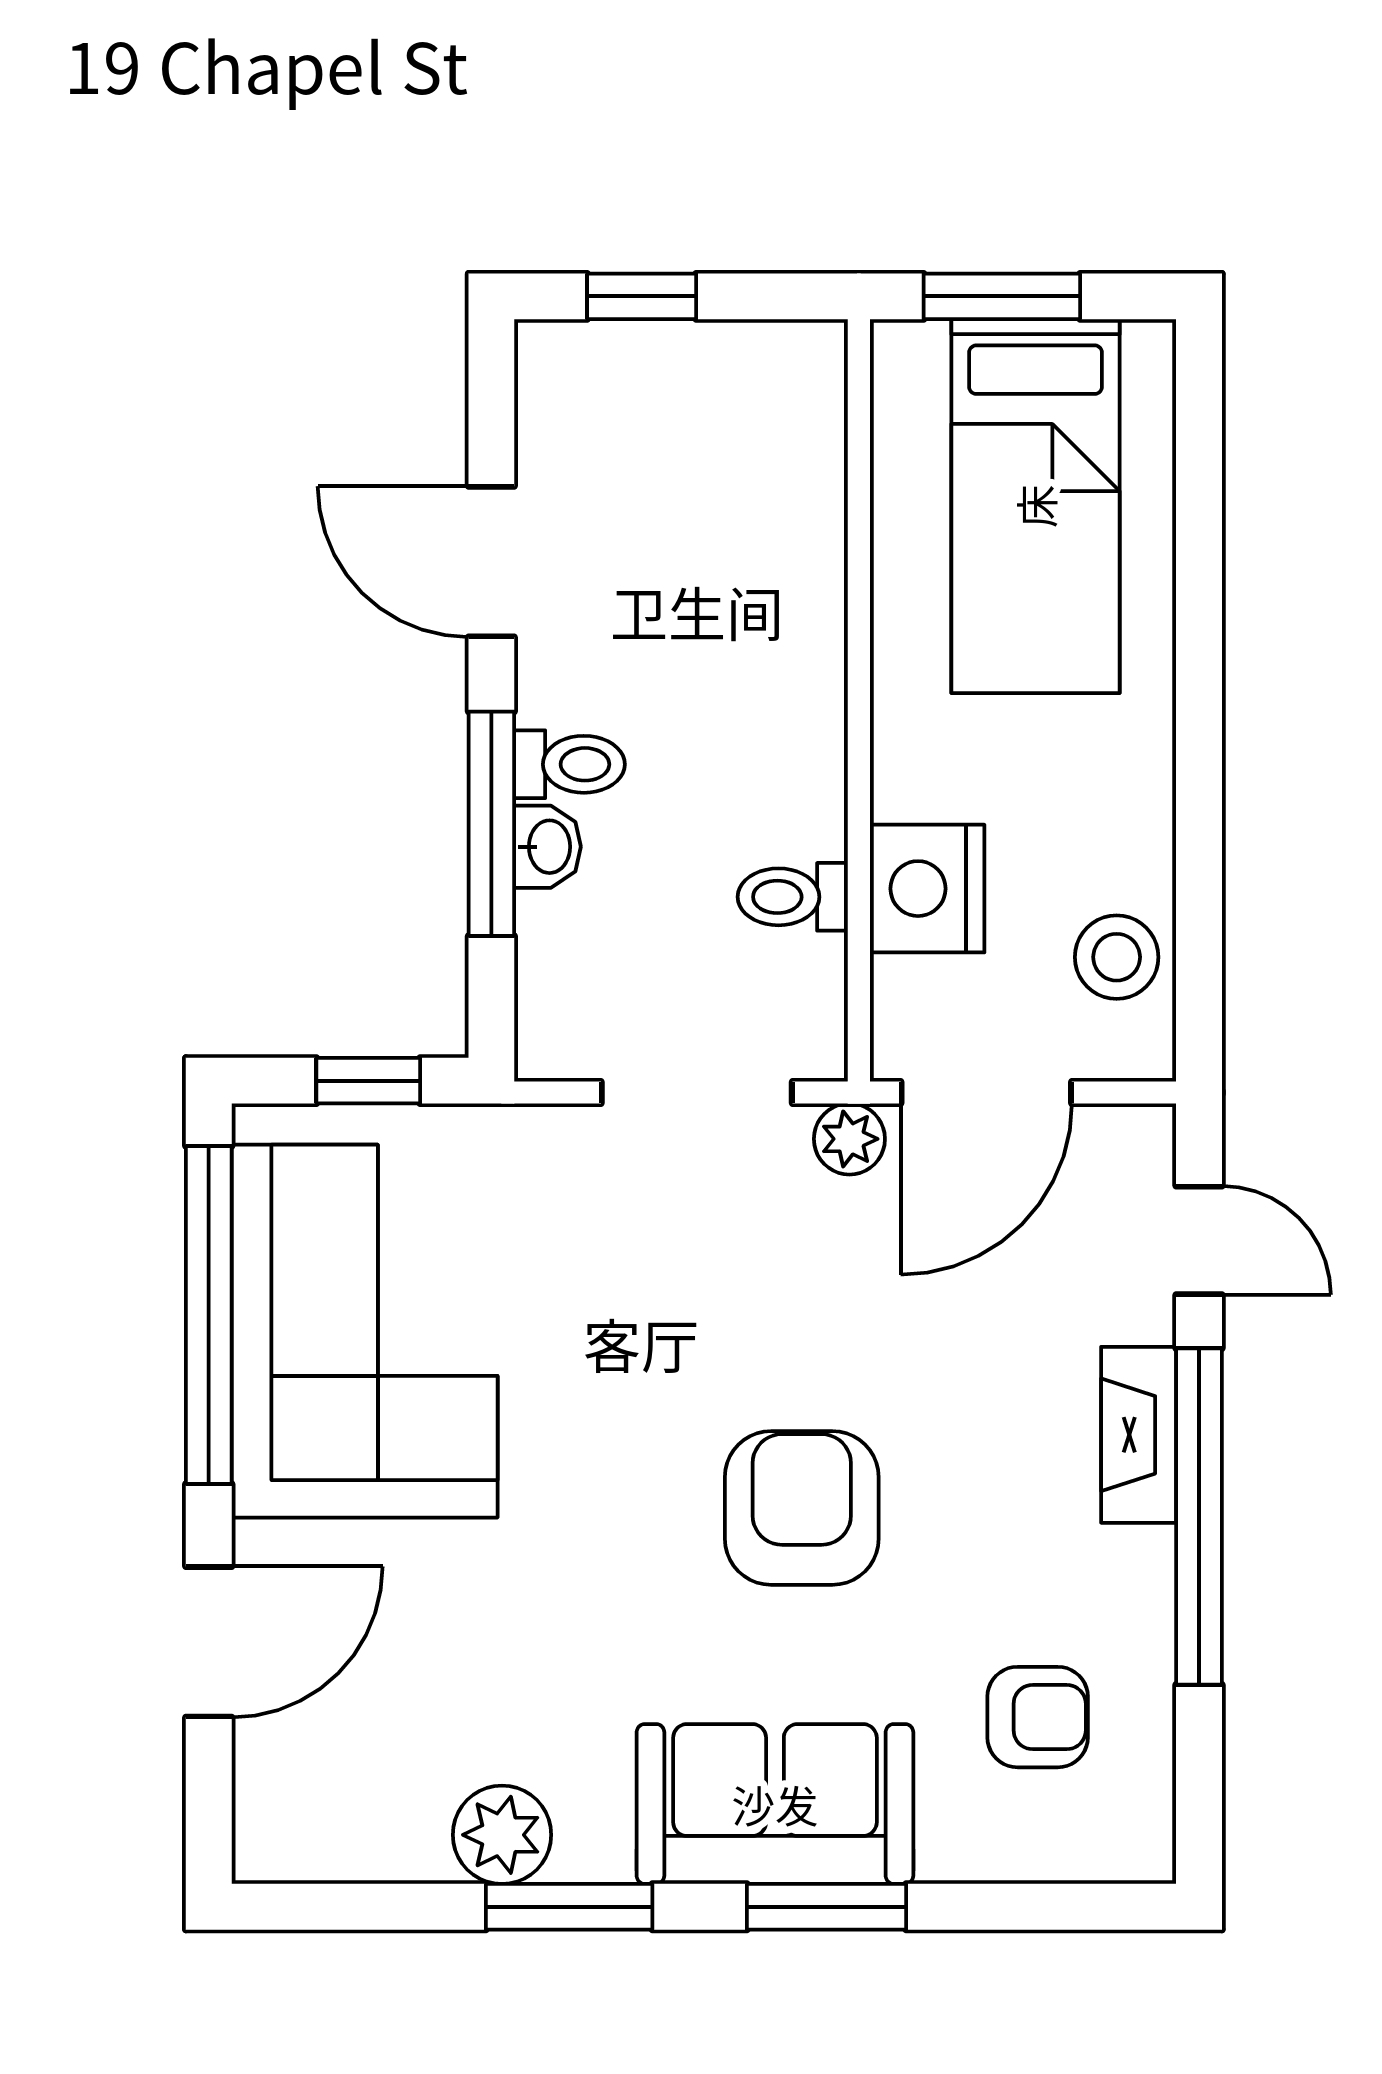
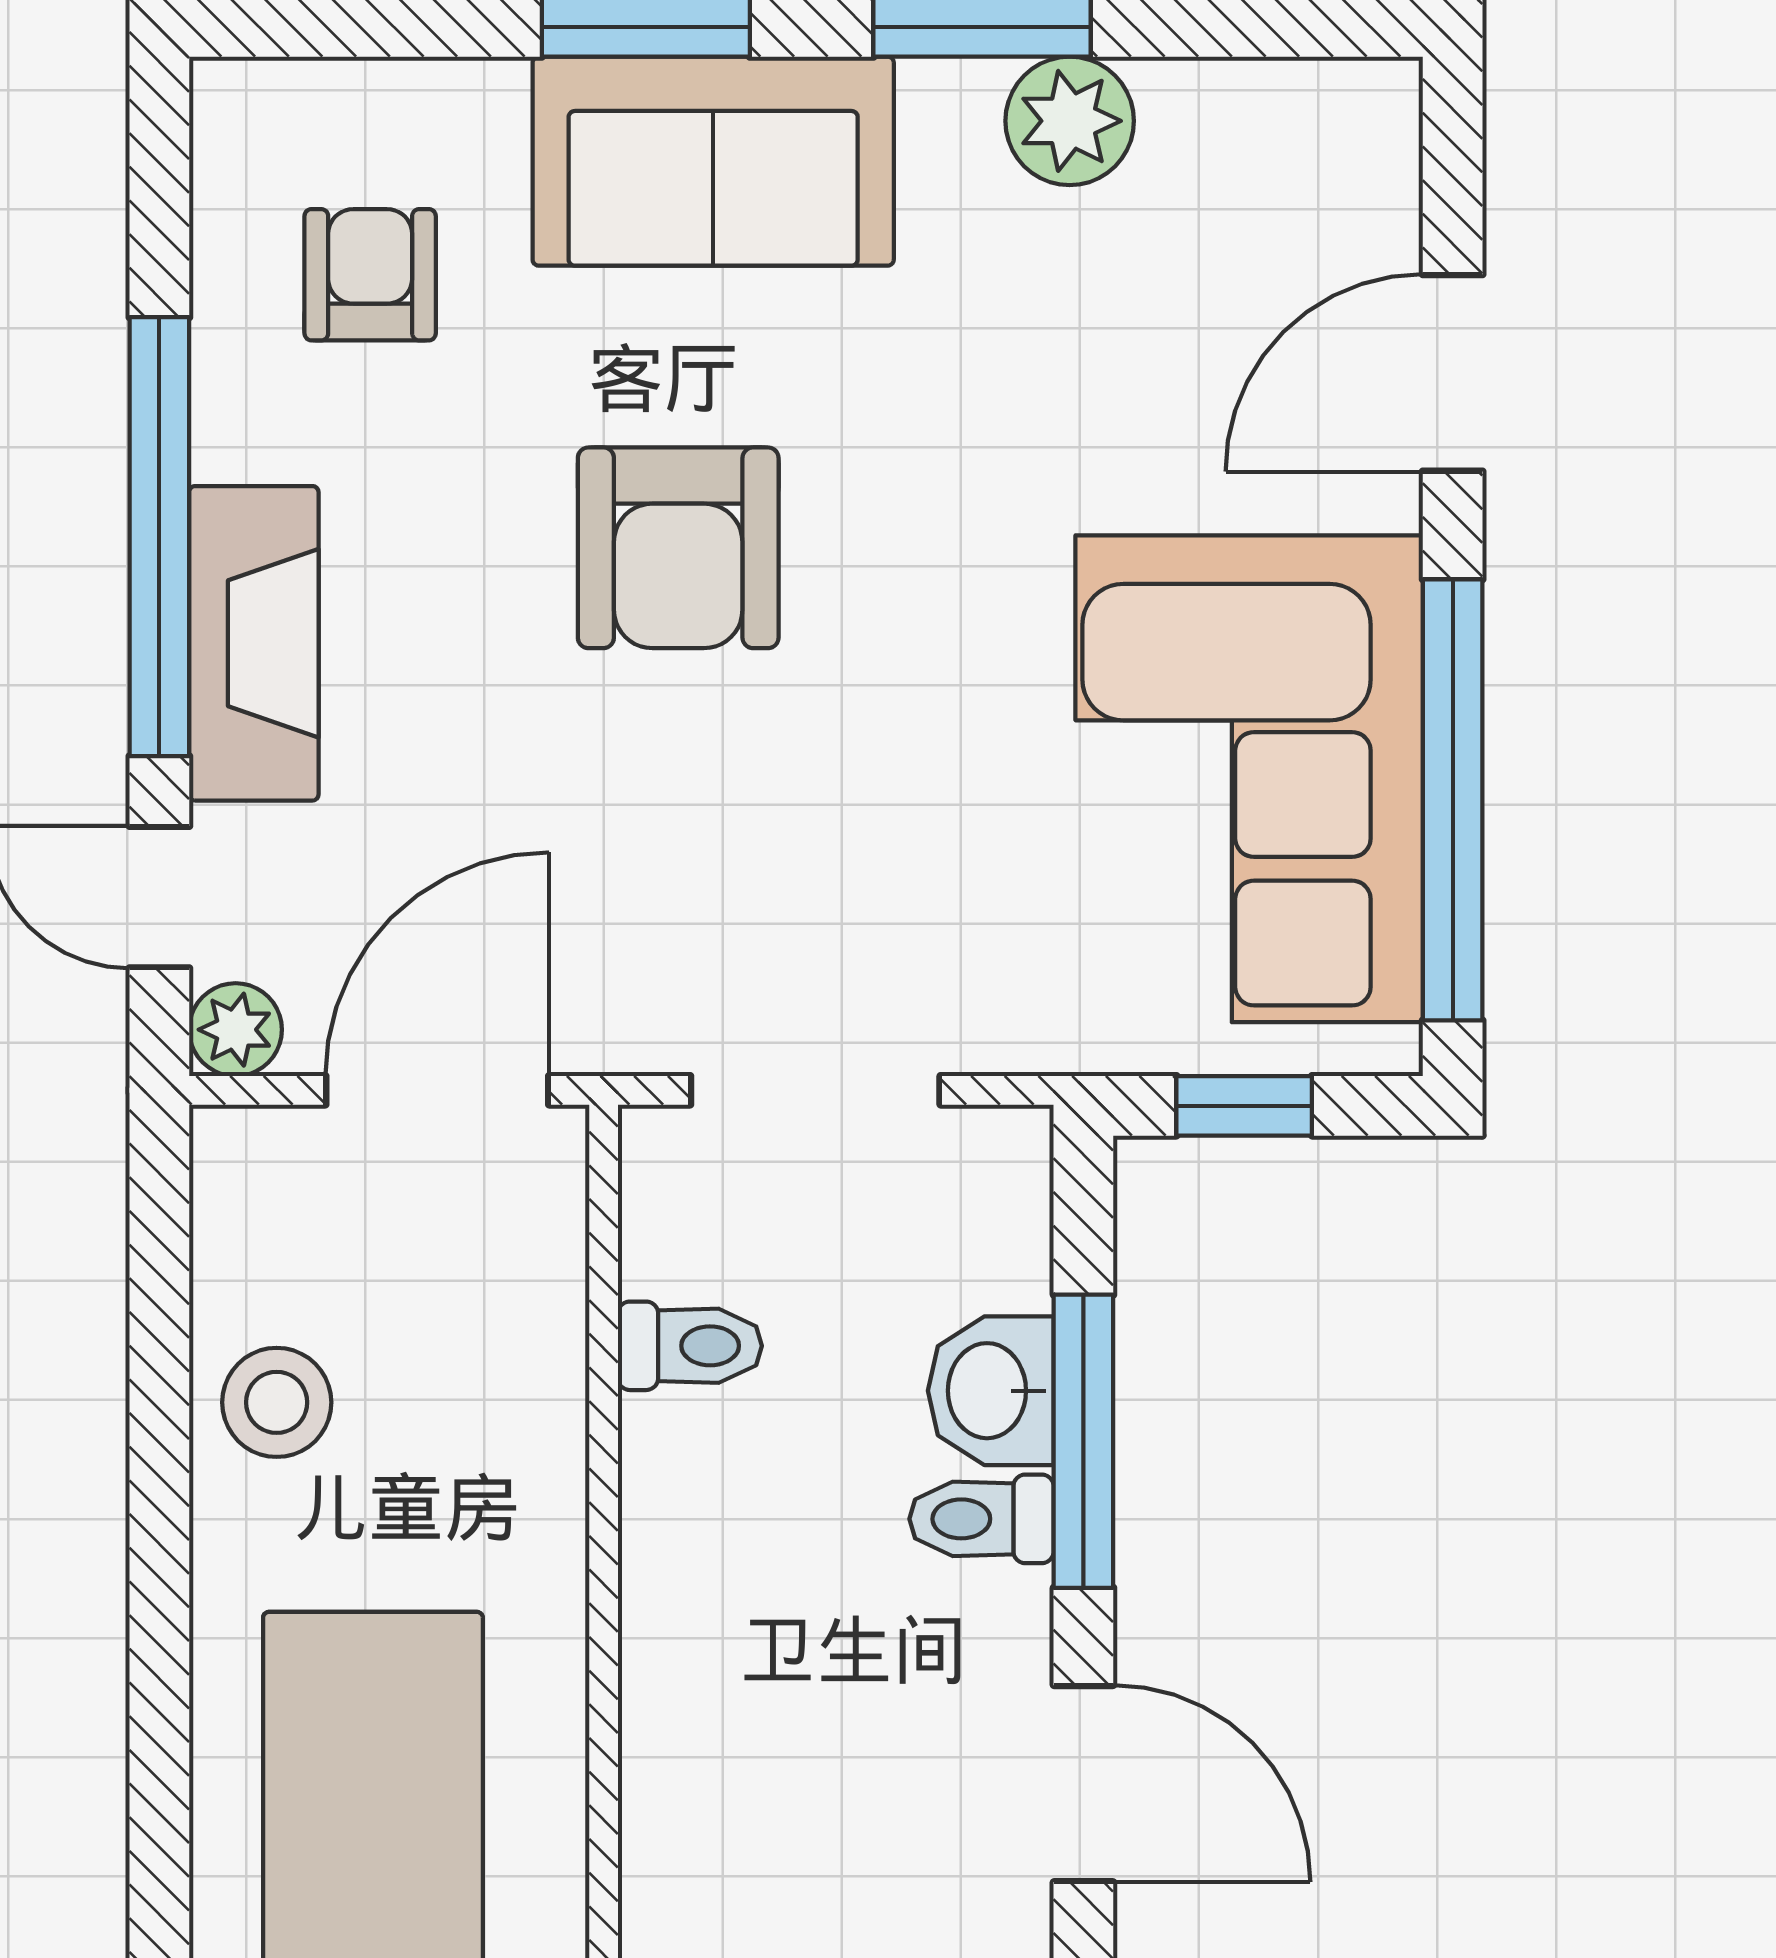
washbasin: (548, 847) -> (991, 1391), width x1.38, depth x1.45
nightstand: (927, 889) -> (514, 1357), removed
stool: (1117, 957) -> (277, 1402), moved
plant: (849, 1139) -> (236, 1030), moved
fireplace: (1139, 1435) -> (254, 643), width x1.37, depth x1.32
armchair: (1038, 1717) -> (370, 275), turned 90

